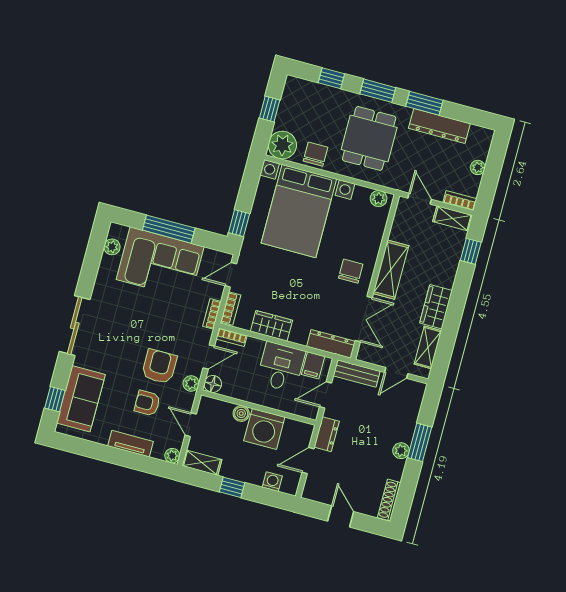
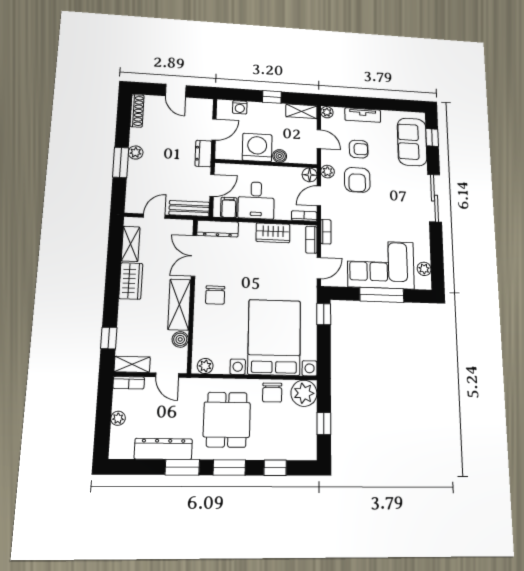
boiler: (398, 232) -> (180, 339), added

